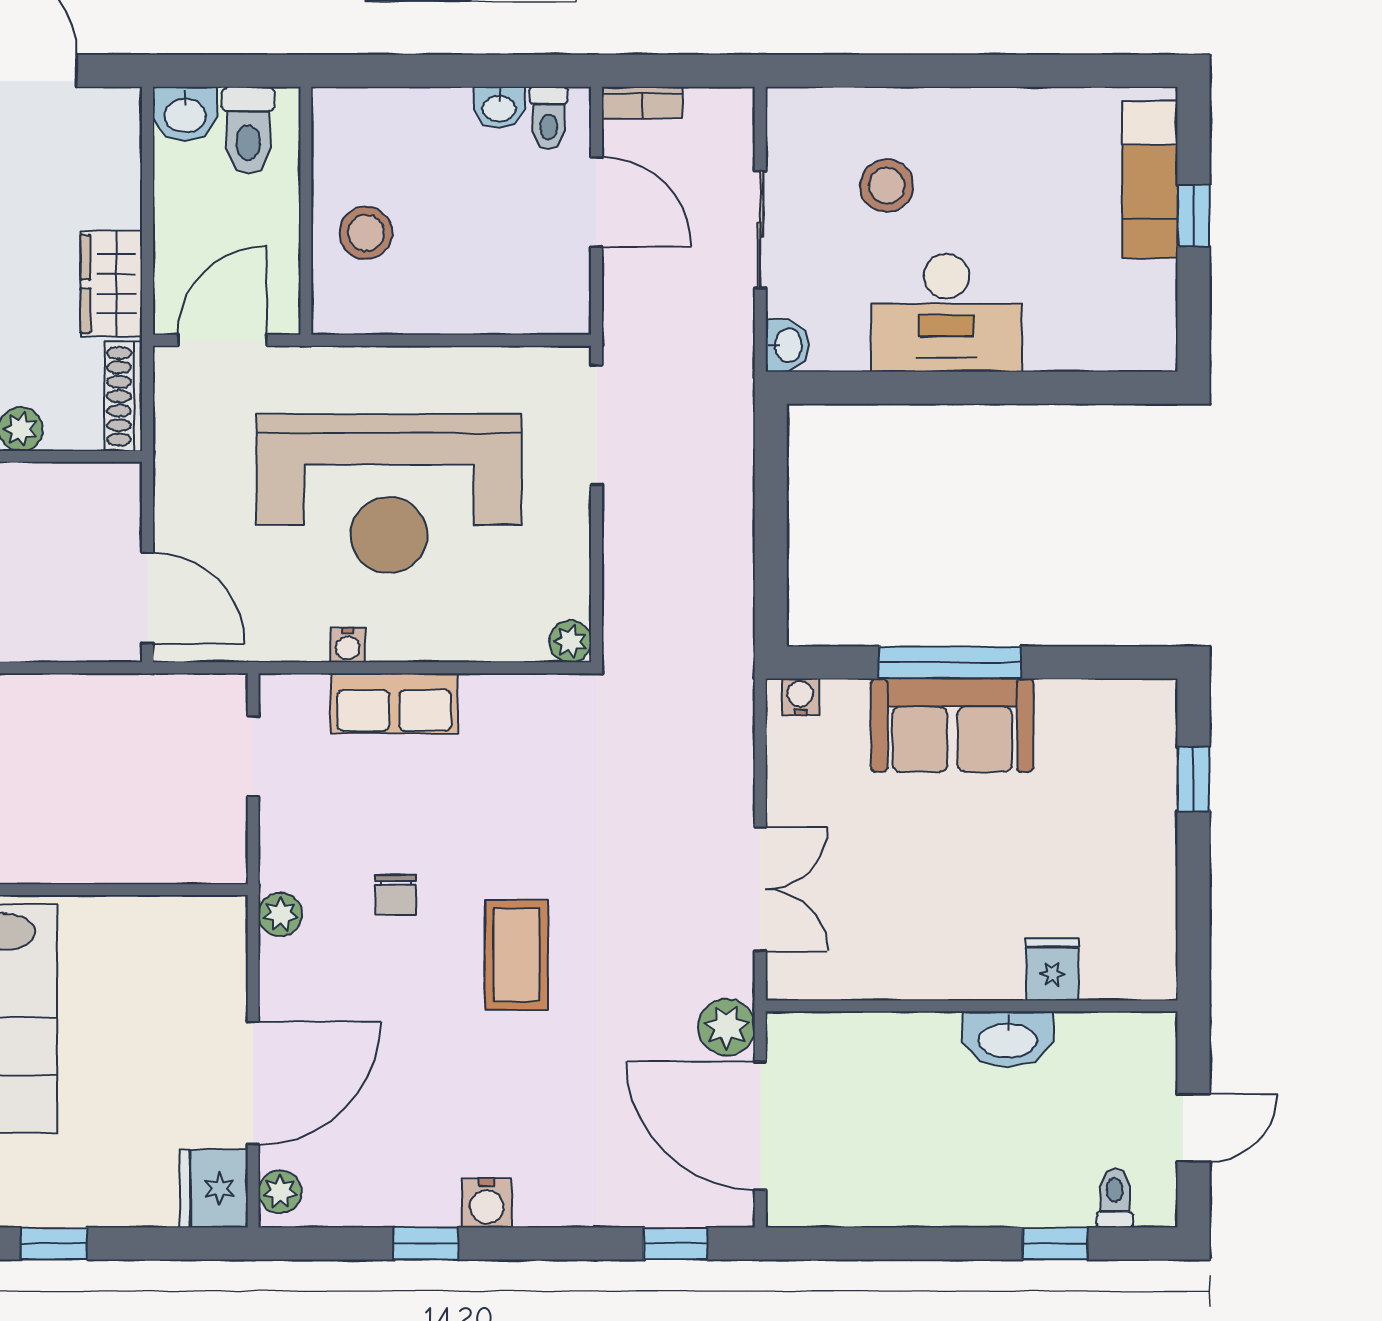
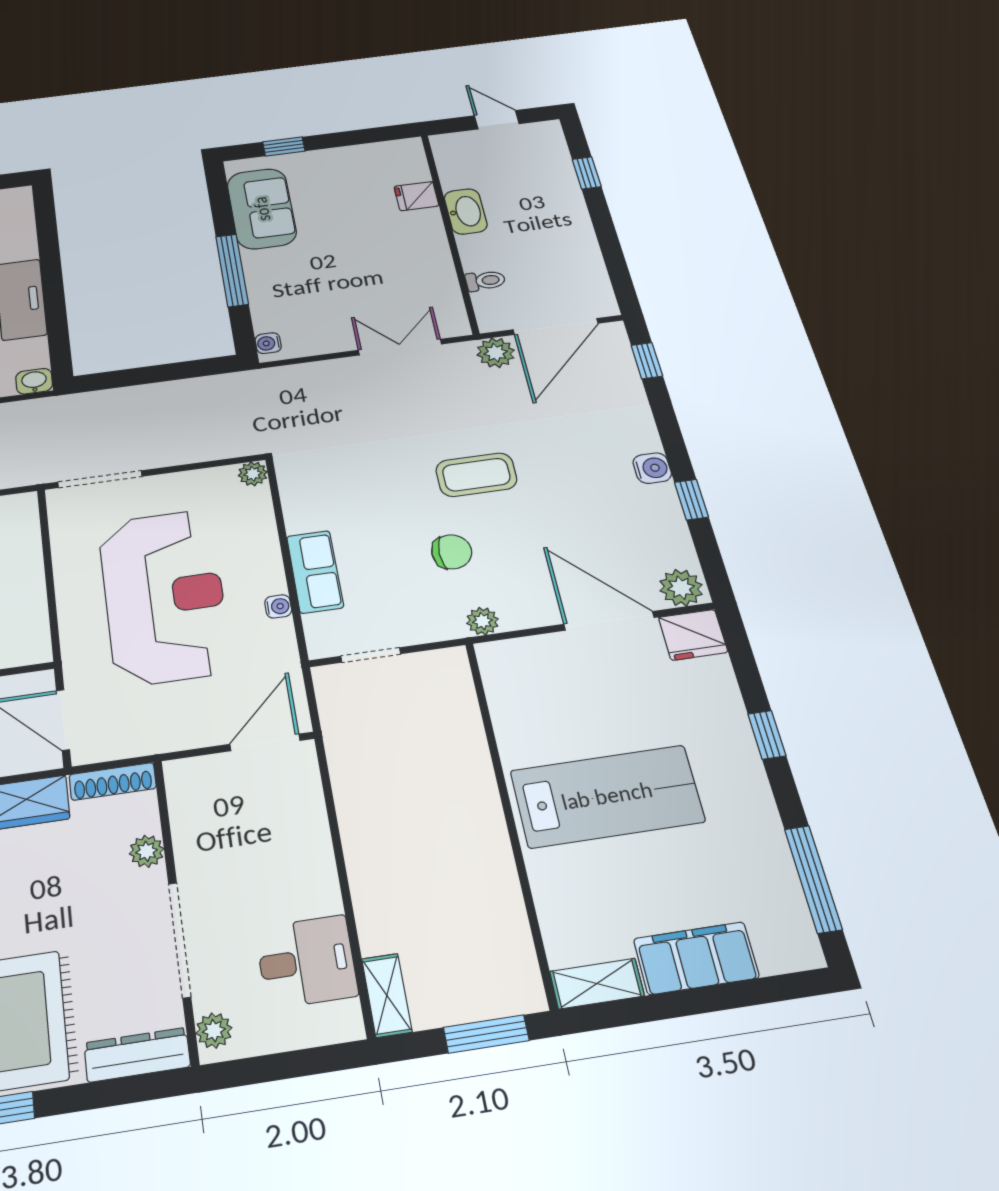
sofa: (952, 725) -> (262, 209), moved
chair: (395, 895) -> (452, 552), width x1.37, depth x1.37
plant: (280, 1192) -> (681, 588), width x1.38, depth x1.38
toilet: (1115, 1198) -> (485, 281), moved, turned 180

